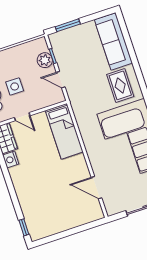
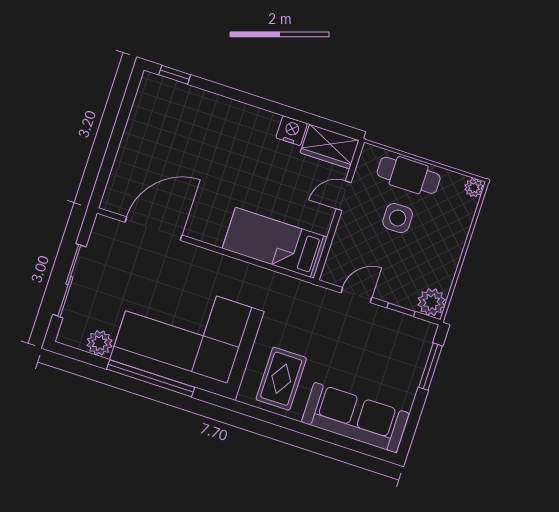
plant: (45, 60) -> (432, 302), moved
rug: (120, 85) -> (281, 379), turned 90
door: (97, 188) -> (153, 229), width x1.36

